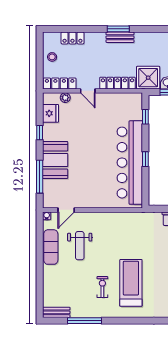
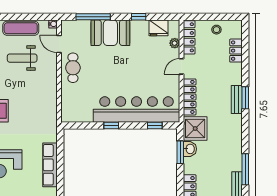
bar counter: (130, 163) -> (136, 110), moved
cafe table: (89, 196) -> (73, 68), added

